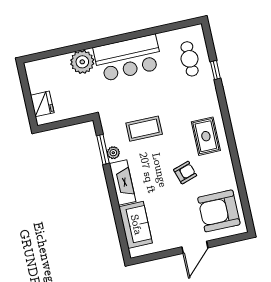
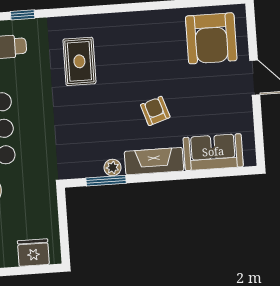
coffee table: (144, 129) -> (86, 122), removed
rug: (206, 136) -> (79, 61), moved, turned 90
armchair: (185, 173) -> (155, 111), moved

